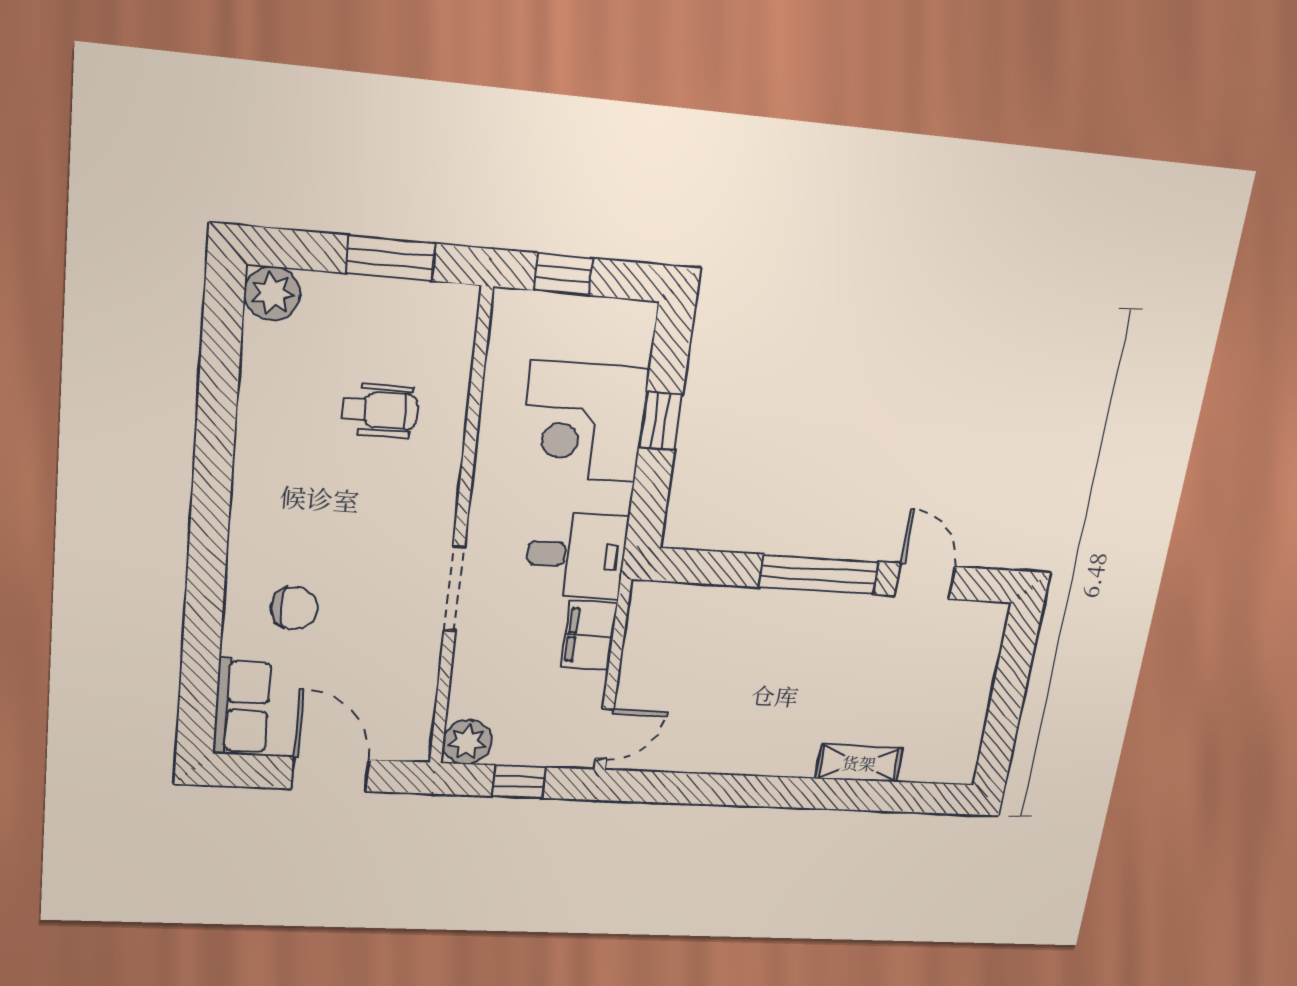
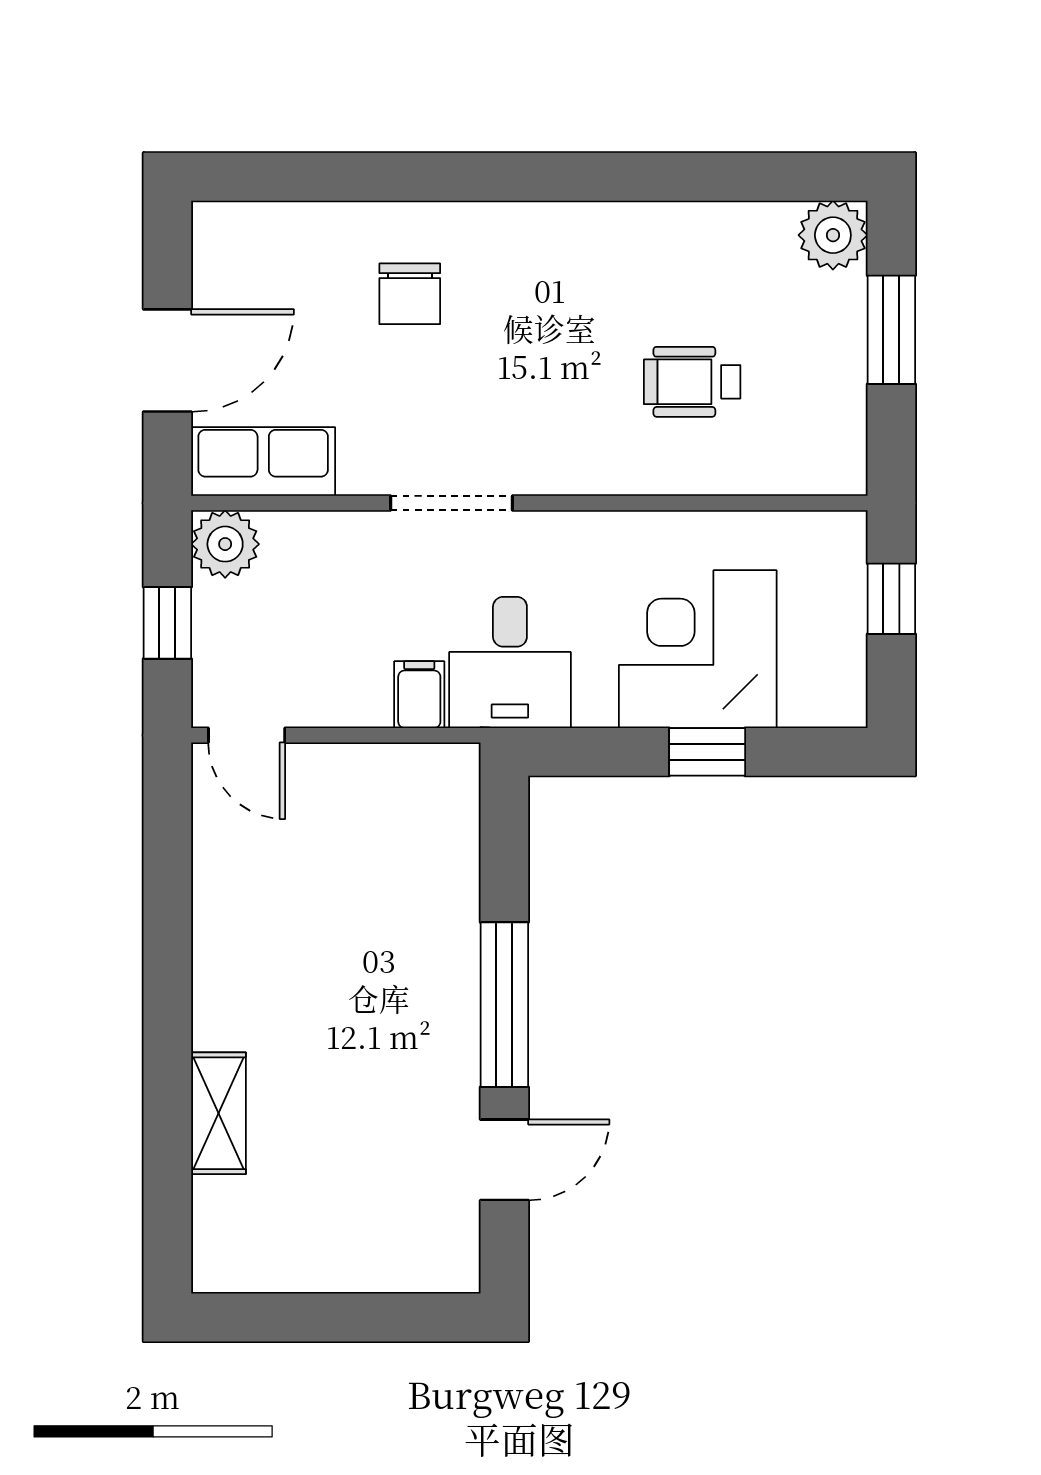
window: (391, 258) -> (891, 330), moved
wheelchair: (380, 410) -> (692, 382), turned 90
filing cabinet: (589, 636) -> (419, 695), width x0.50
row of seats: (242, 707) -> (263, 461), moved, turned 180

